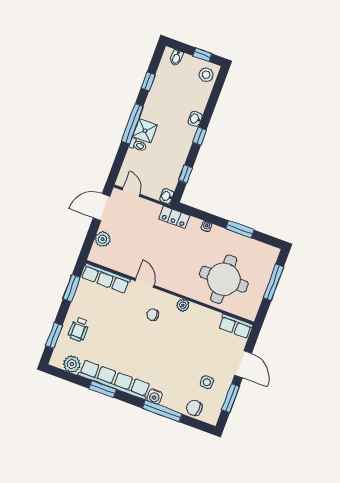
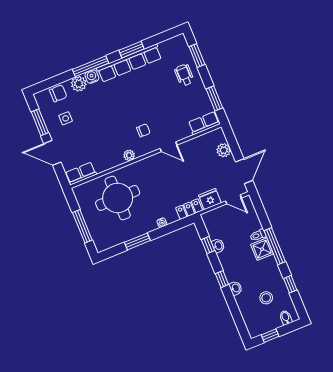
stool: (206, 75) -> (266, 298), moved
washbasin: (167, 196) -> (218, 246), moved
fridge: (150, 210) -> (210, 199), added
row of seats: (106, 278) -> (204, 123), width x0.68
plant: (72, 364) -> (79, 84), moved
window: (162, 411) -> (90, 66), moved

